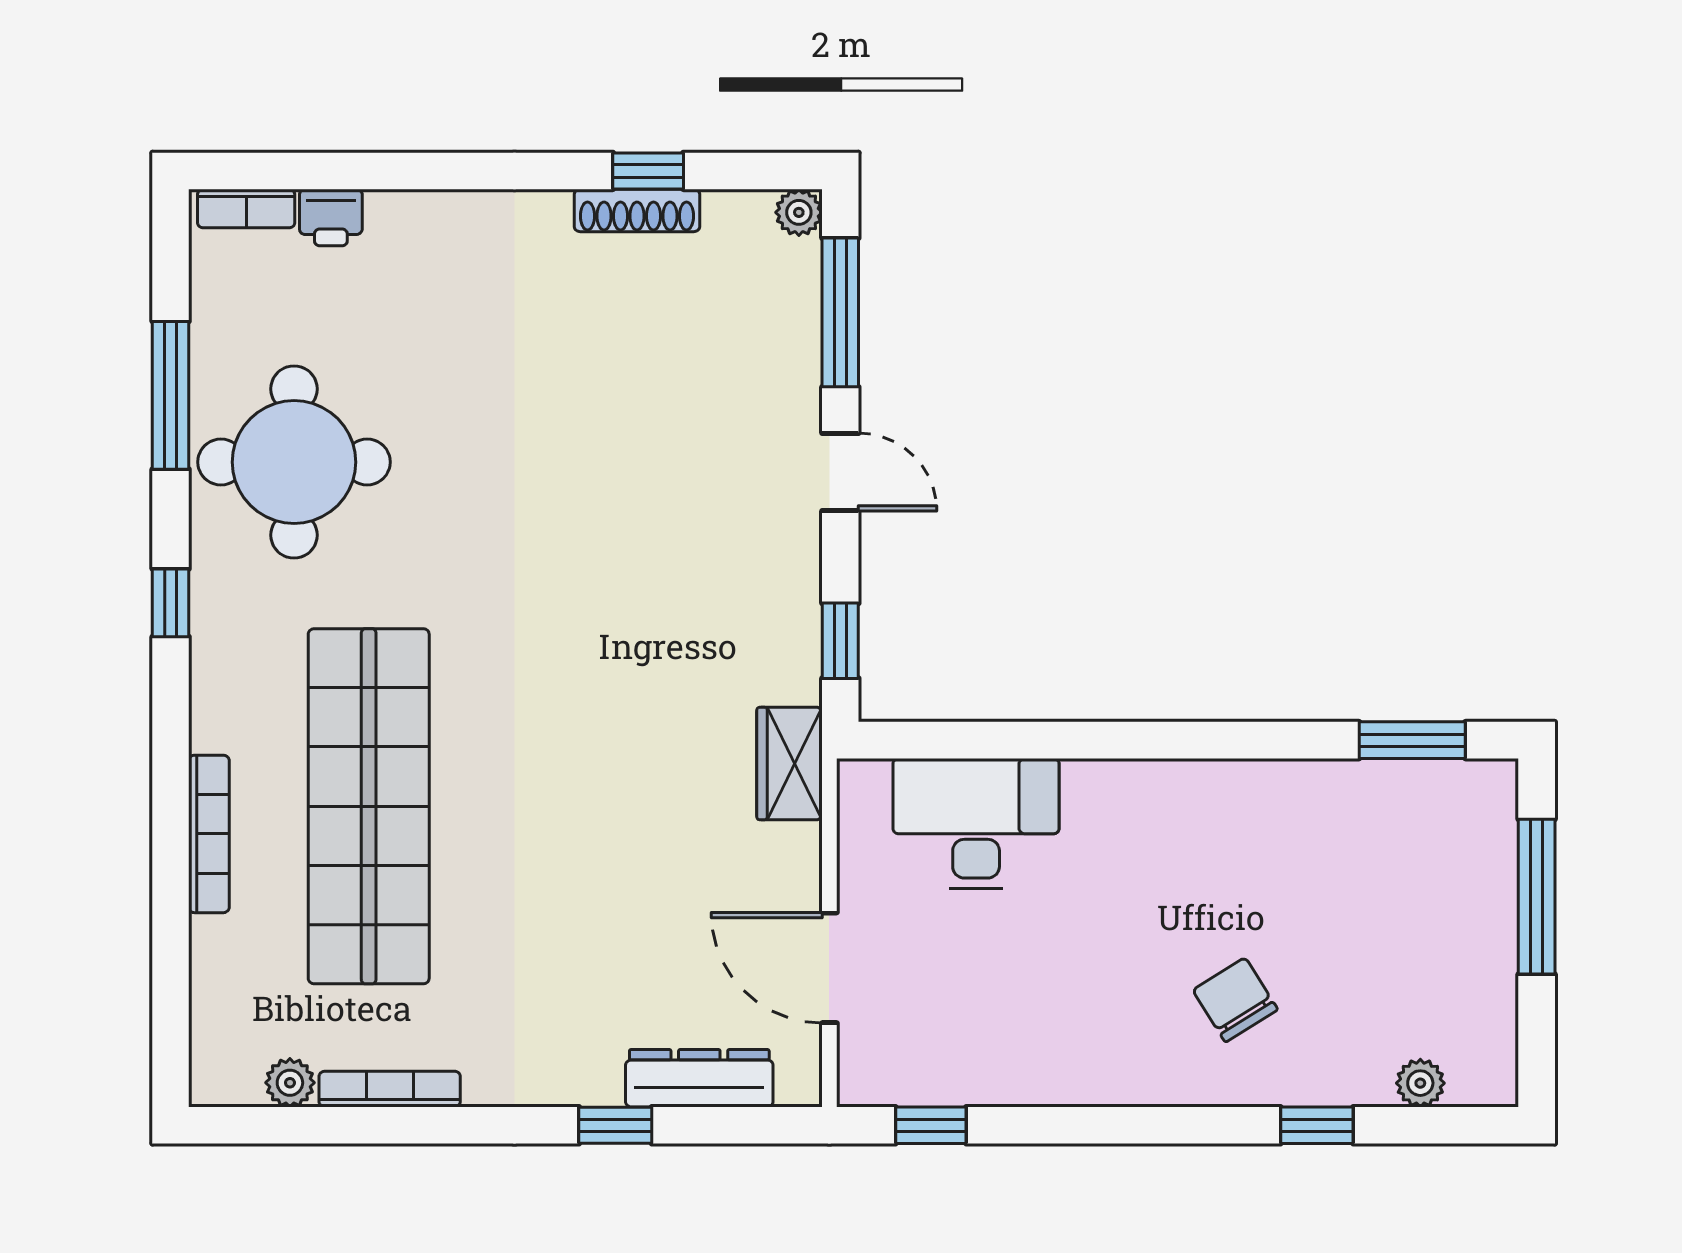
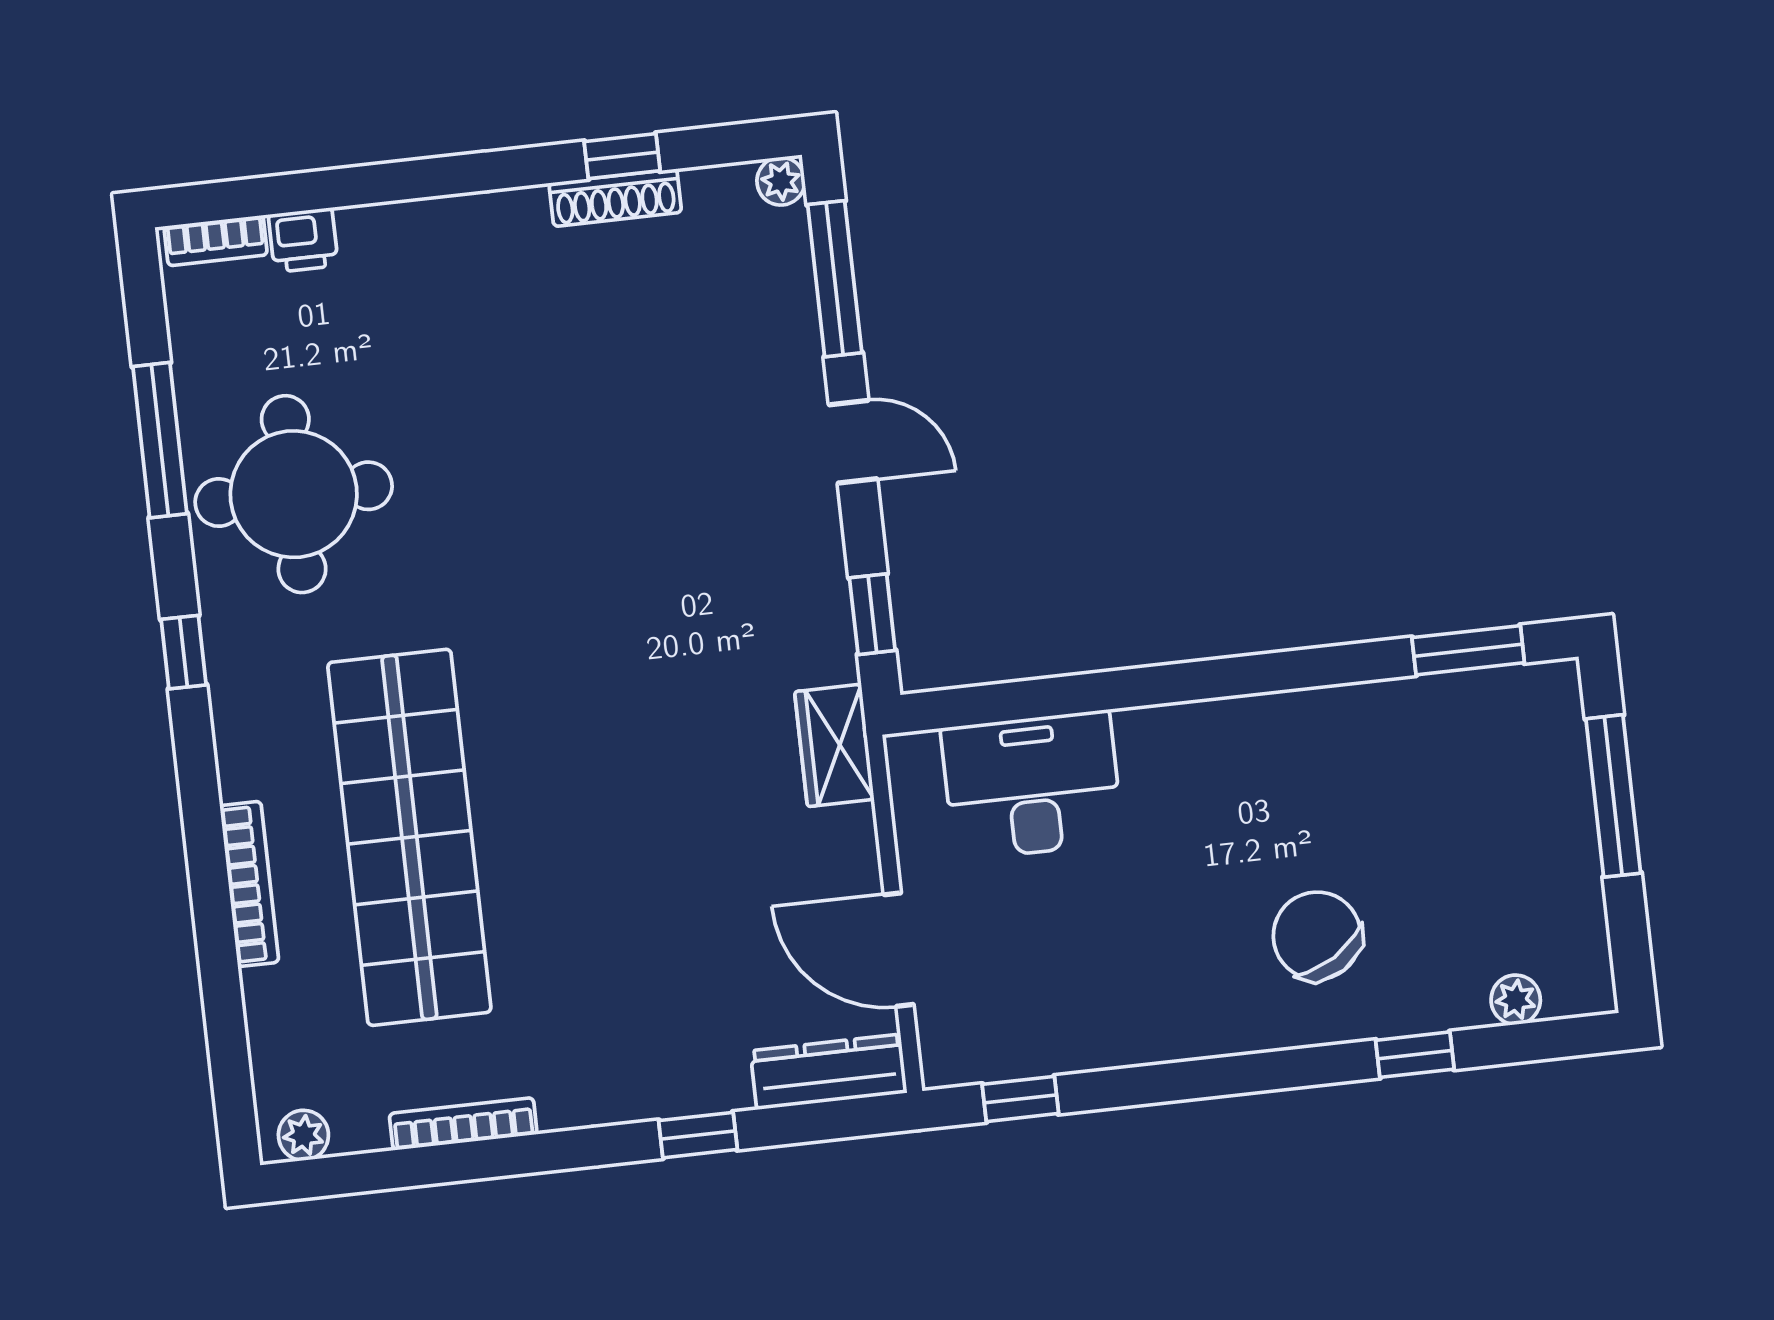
chair: (1235, 1000) -> (1317, 936), width x1.37, depth x1.37
dresser: (699, 1078) -> (829, 1072), moved
plant: (290, 1083) -> (303, 1135), moved

